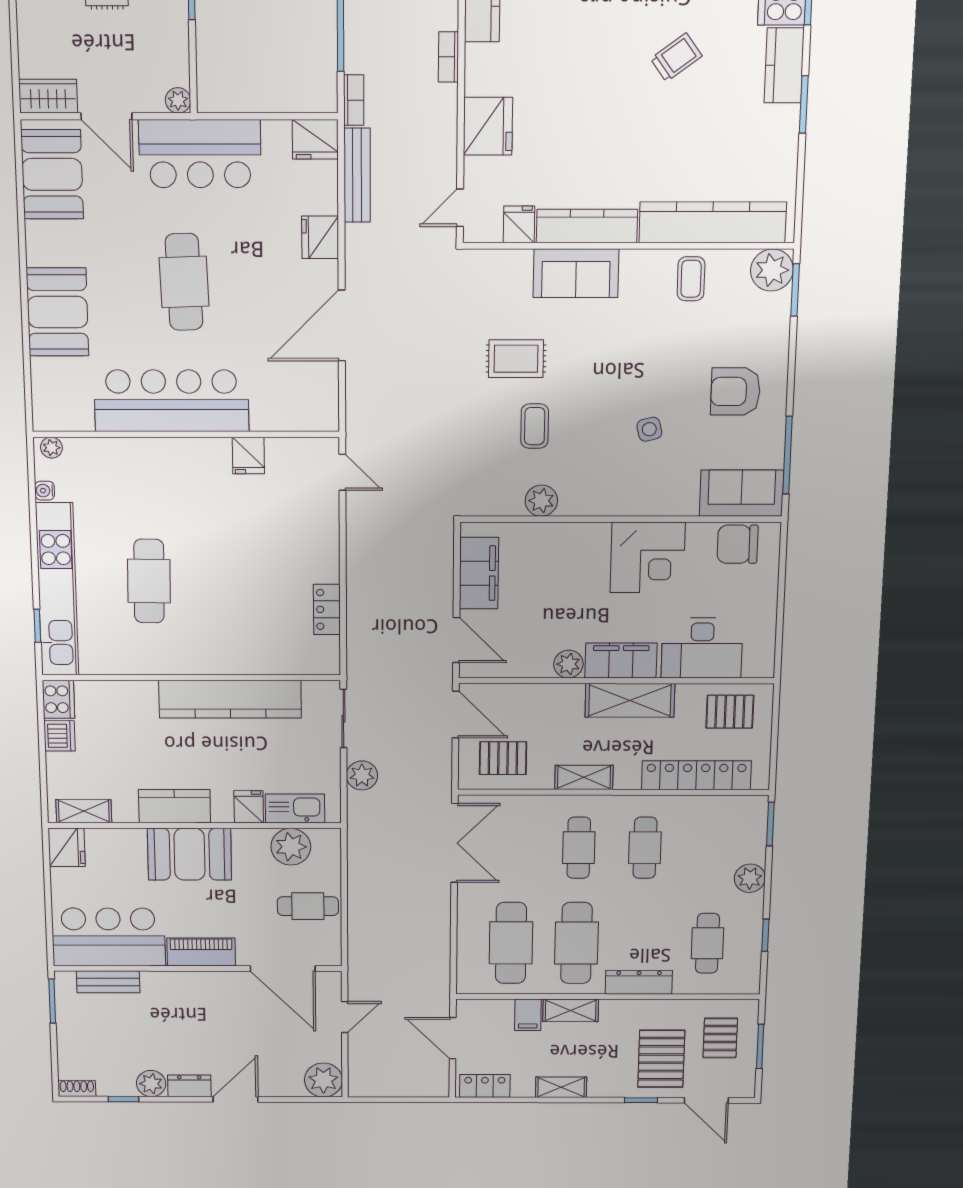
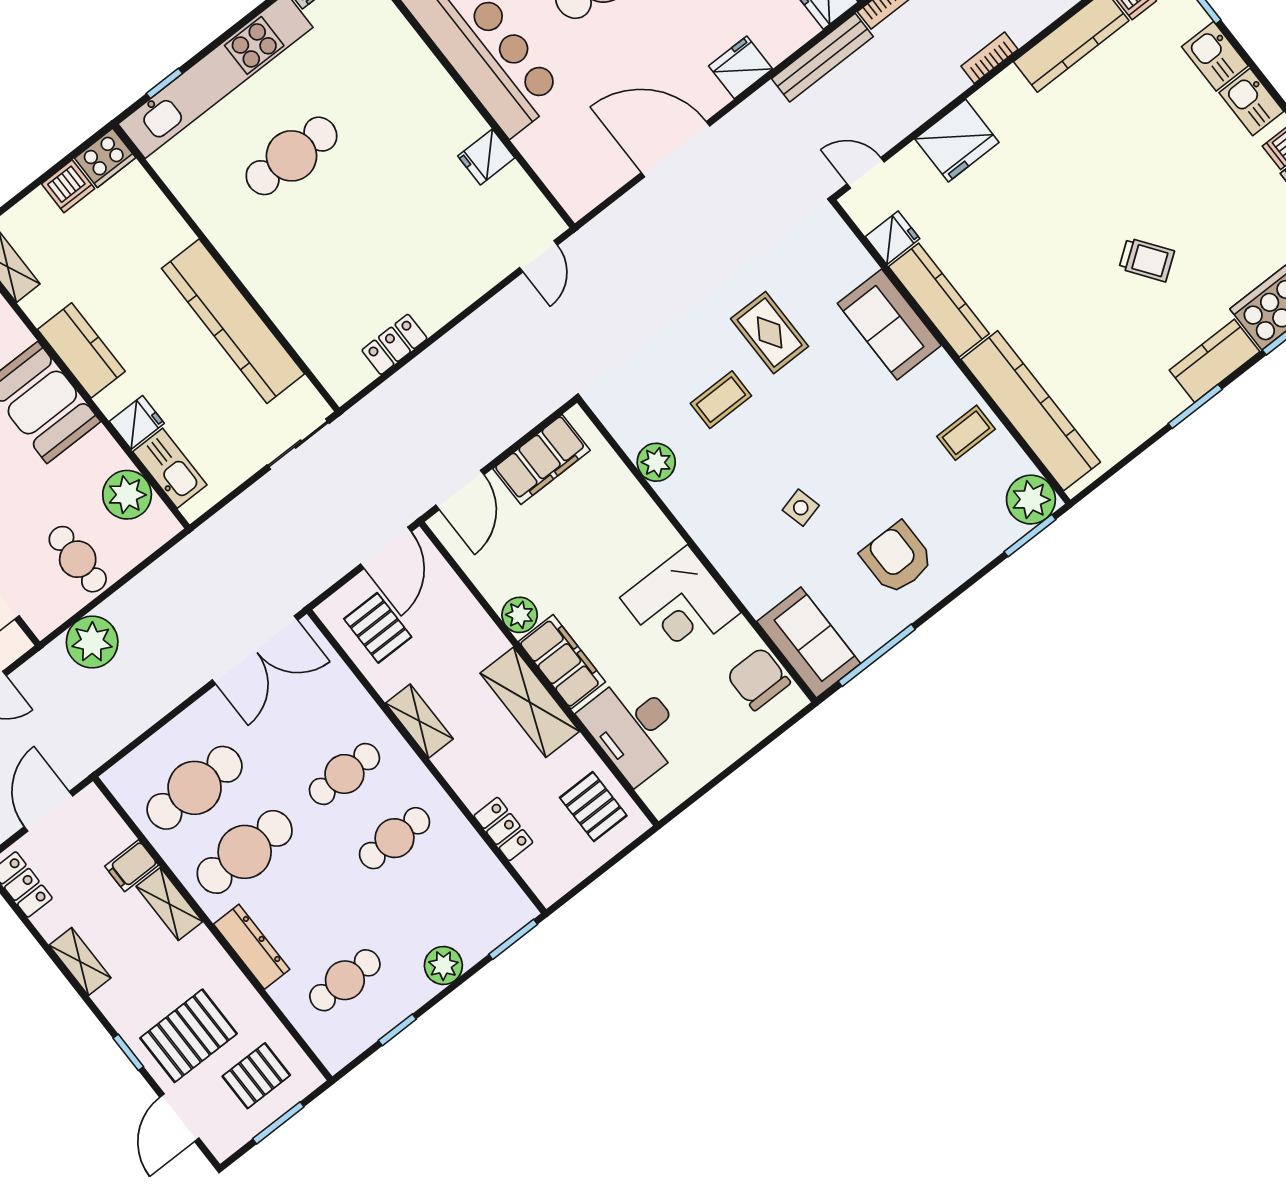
plant: (362, 775) -> (92, 642), moved, width x1.36, depth x1.36
locker: (696, 775) -> (503, 829), width x0.46, depth x0.83

